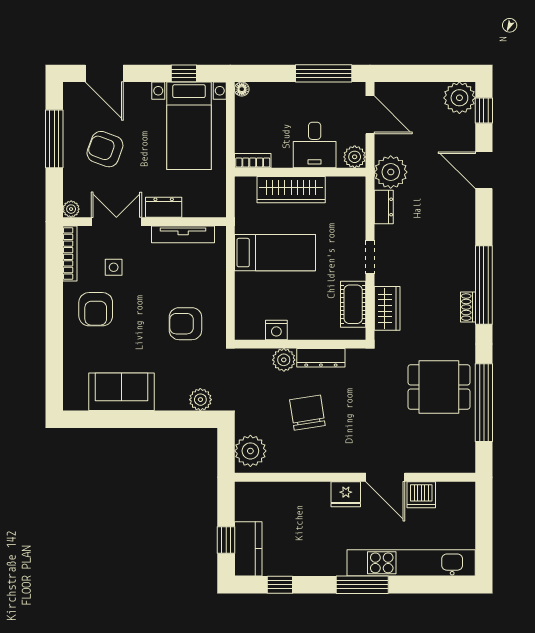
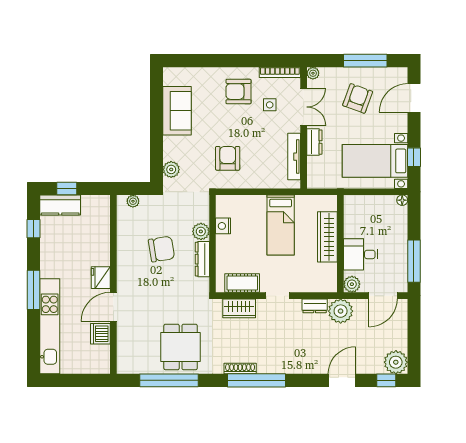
bookcase: (253, 161) -> (349, 208), removed
shoe rack: (468, 307) -> (240, 369), width x1.43
plant: (250, 451) -> (133, 201), width x0.53, depth x0.53

